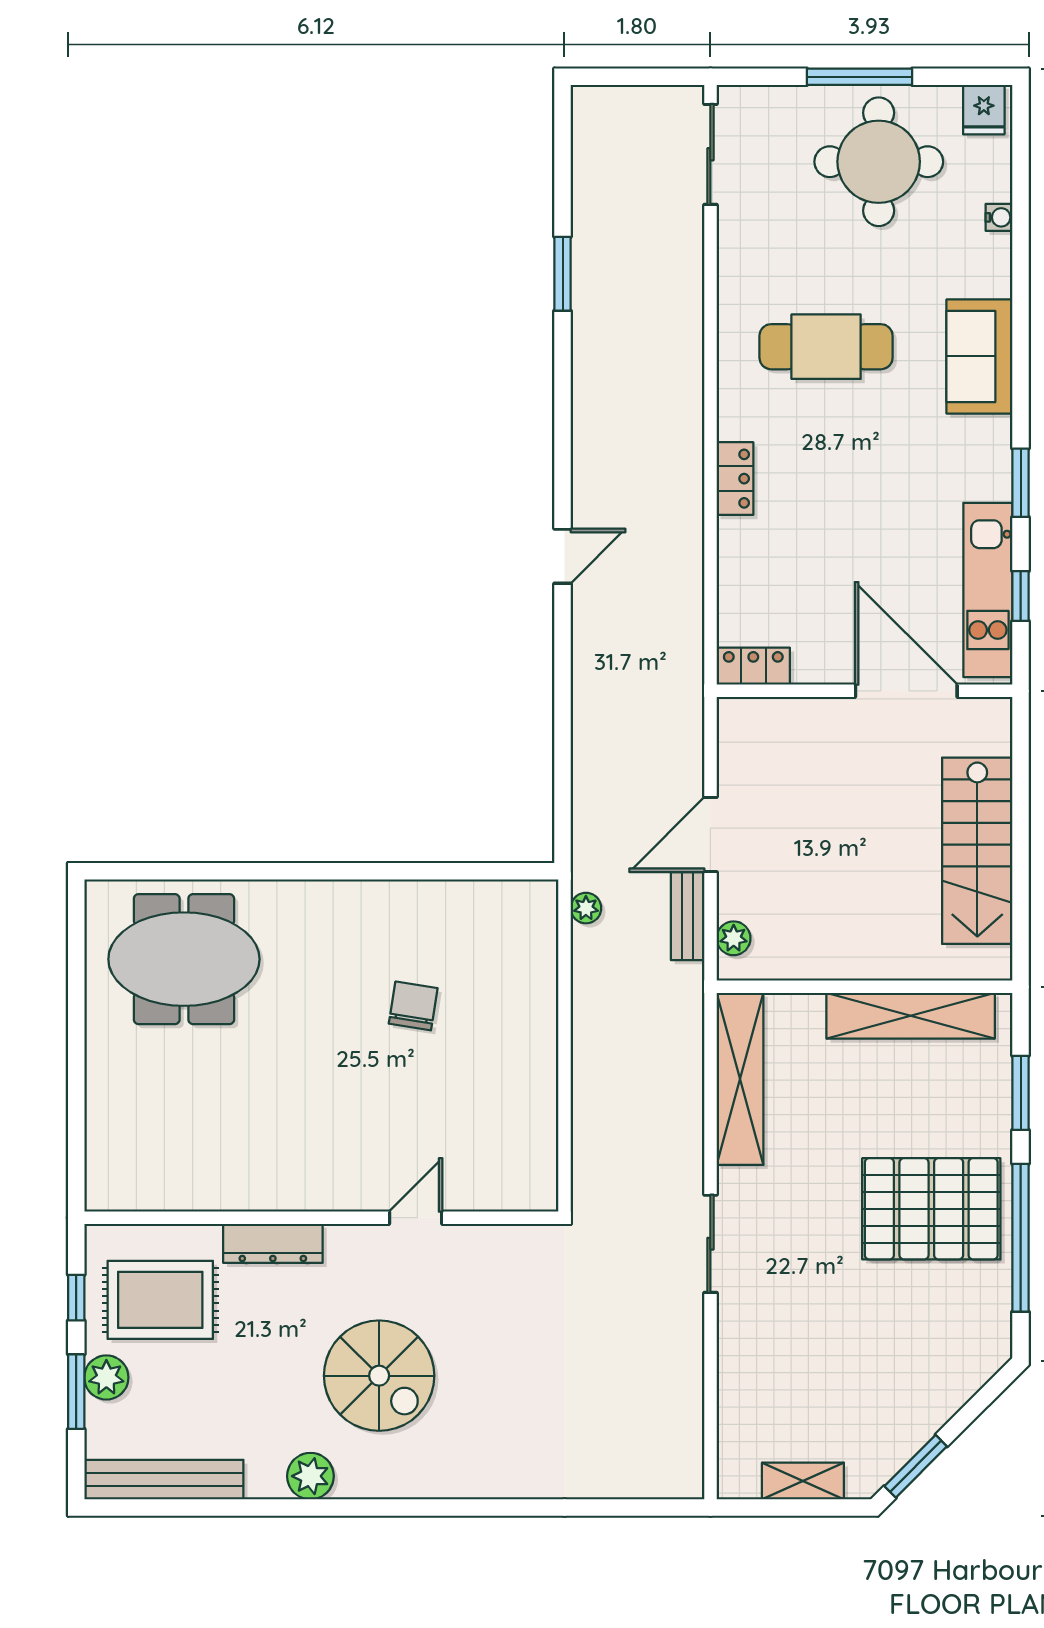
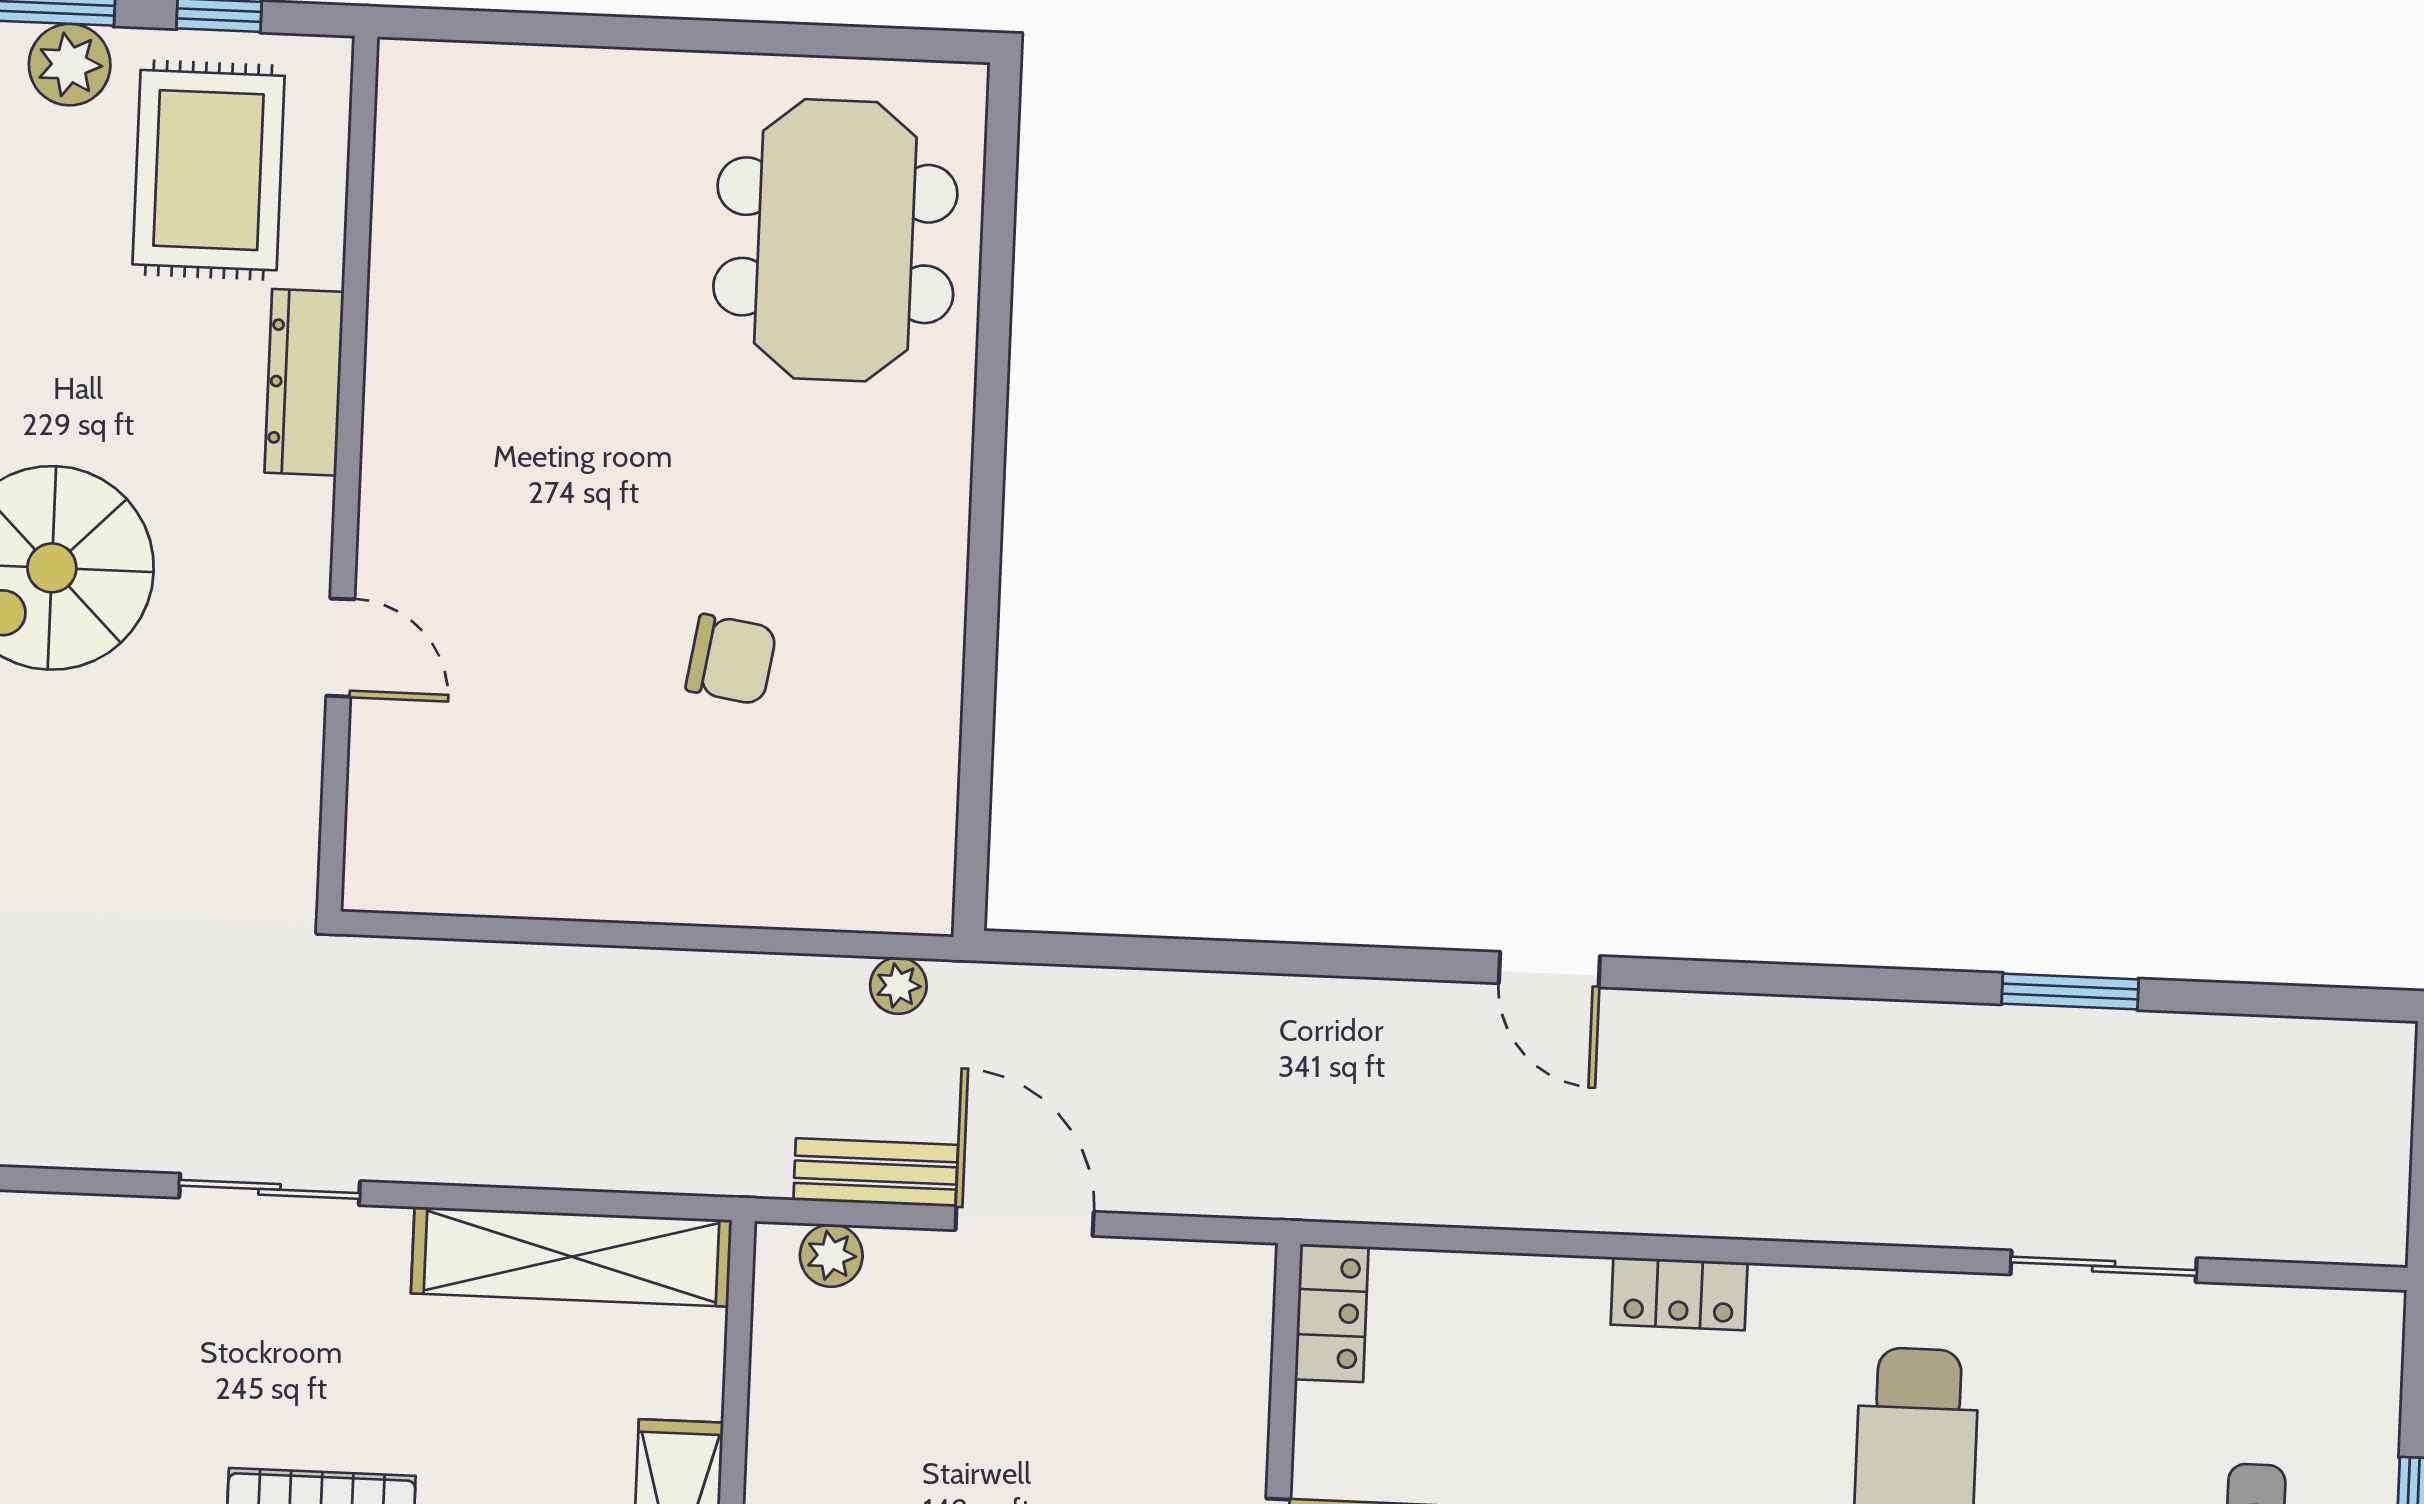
sliding door: (710, 154) -> (2104, 1266), moved

